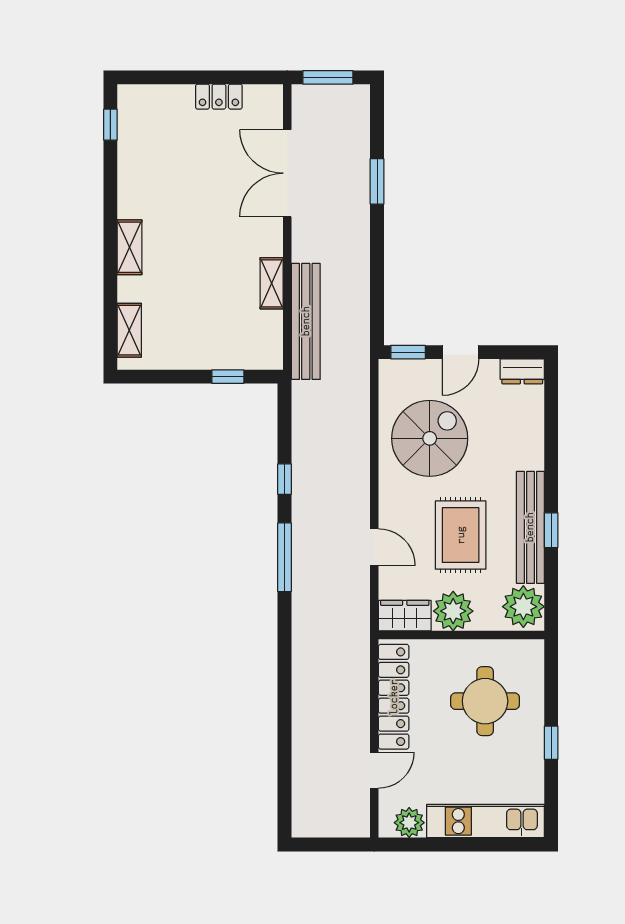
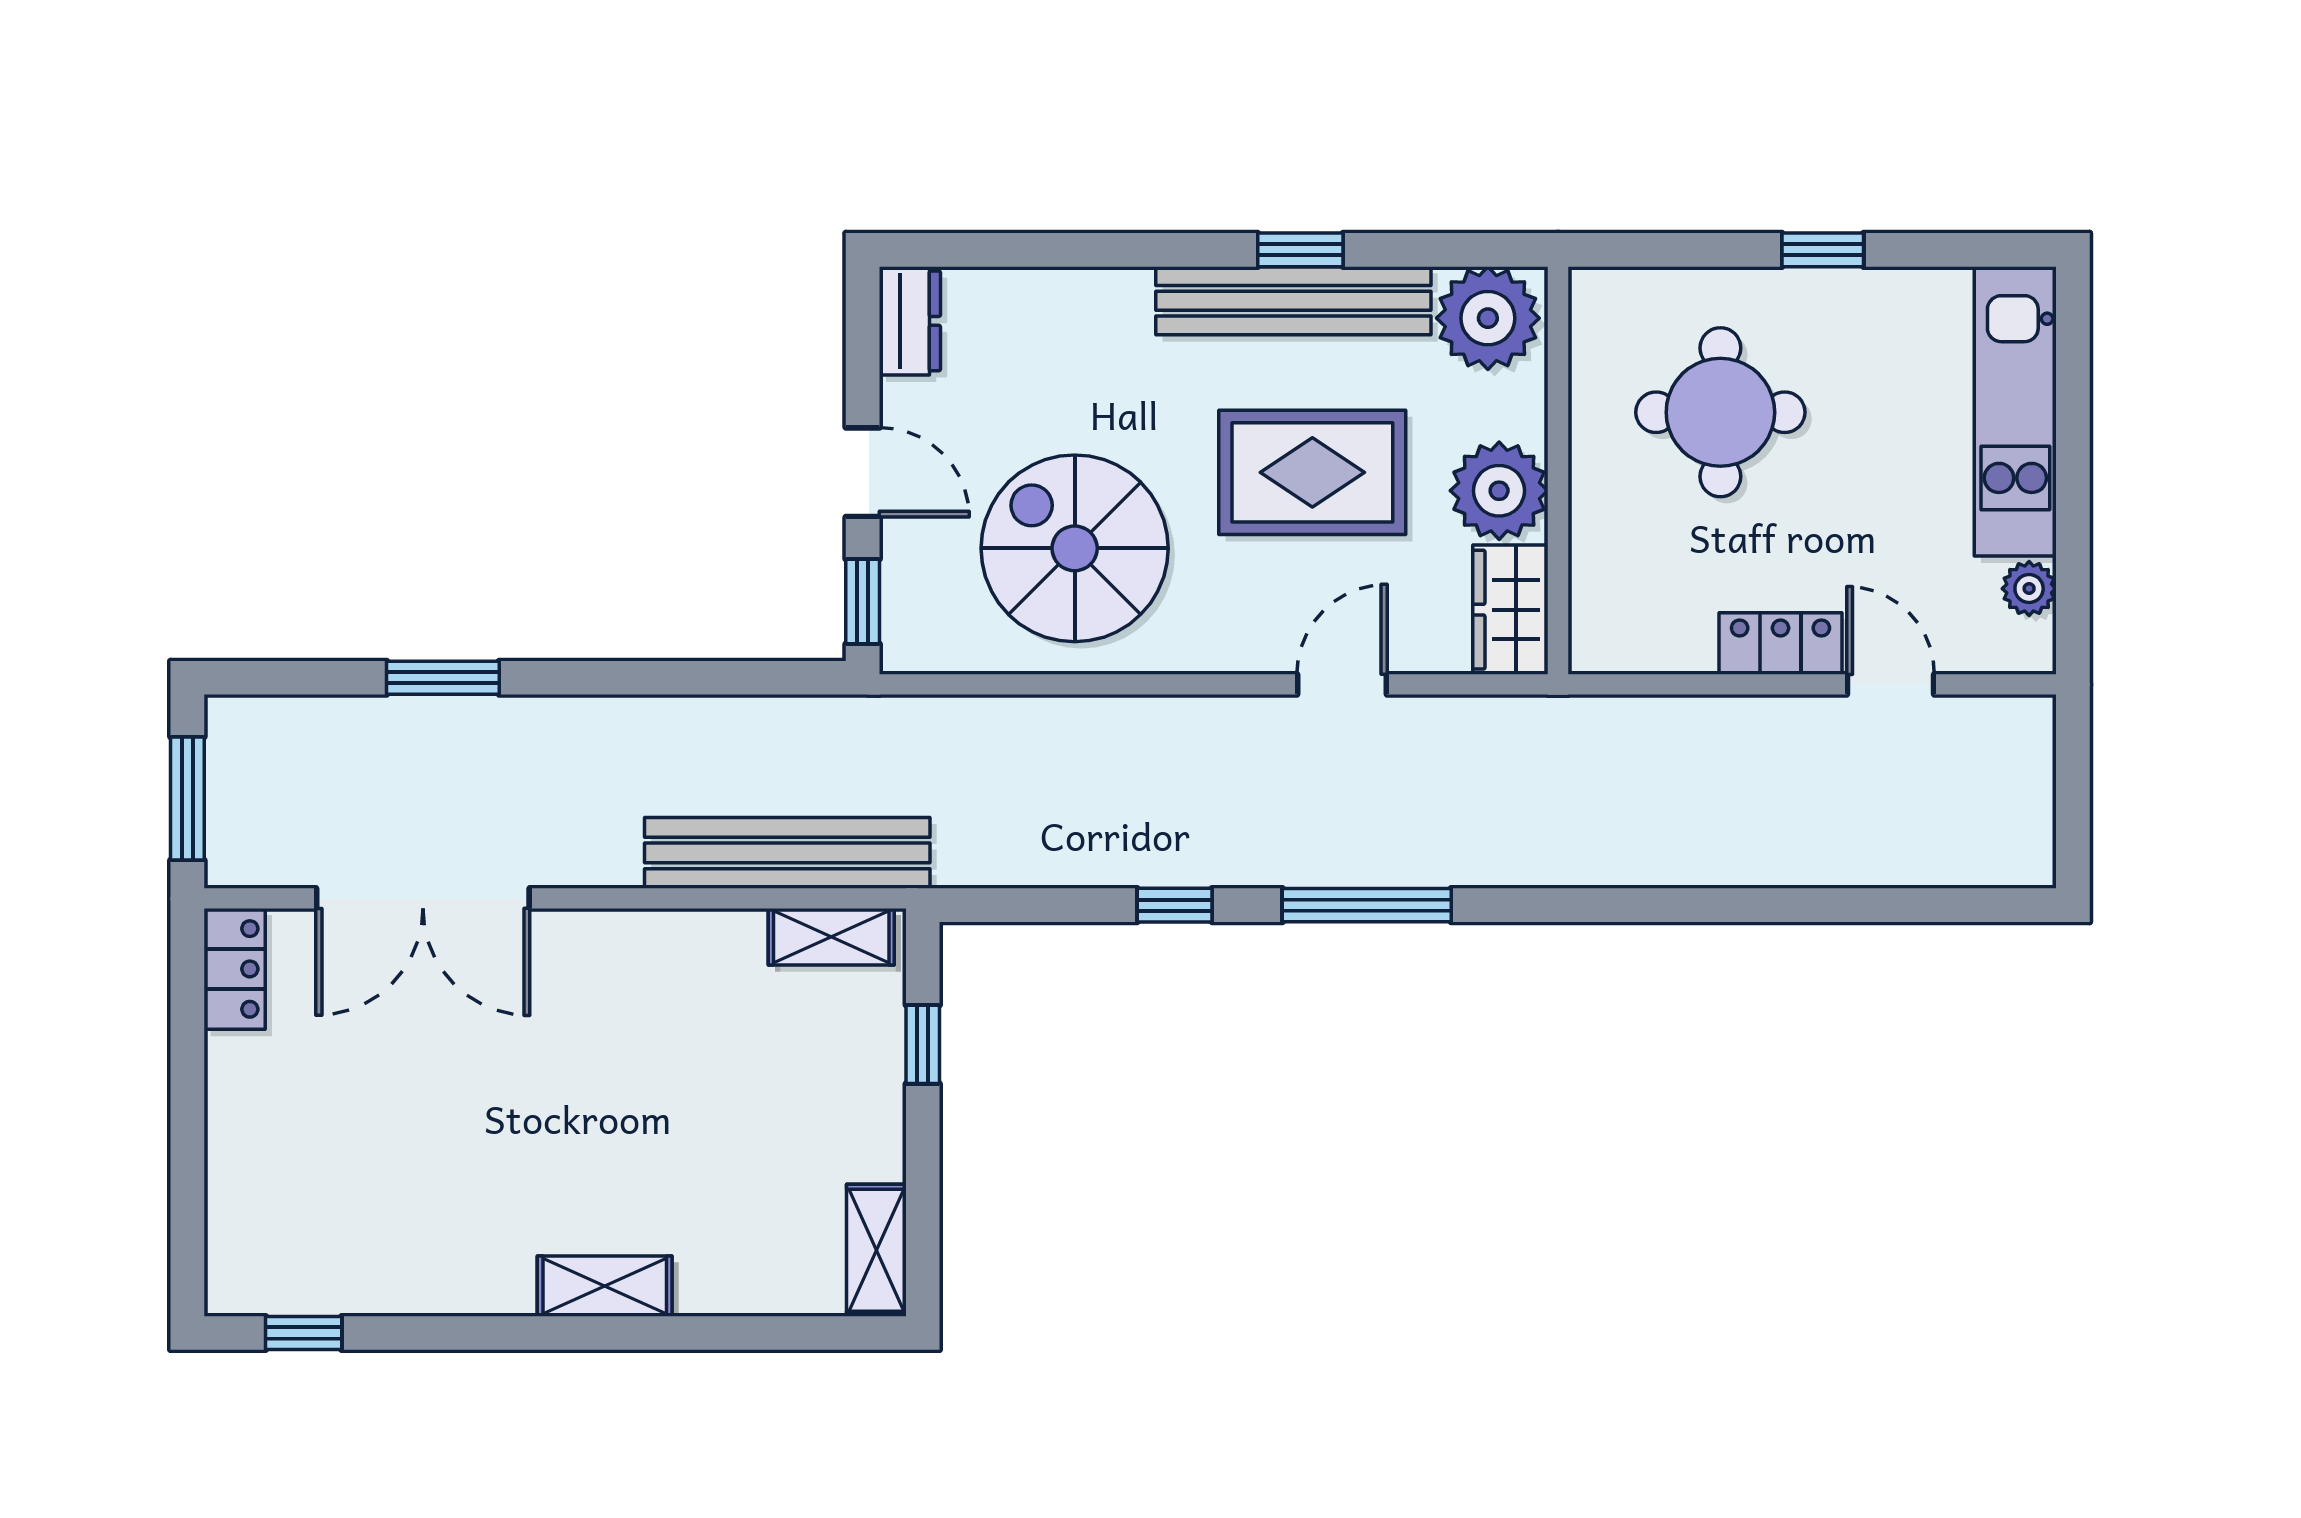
locker: (219, 97) -> (235, 969), moved
shelving: (272, 283) -> (831, 937), moved
shelving: (129, 330) -> (876, 1250), moved, turned 90
locker: (394, 697) -> (1781, 643), width x0.46, depth x0.83
plant: (409, 823) -> (2029, 589), width x0.73, depth x0.73

